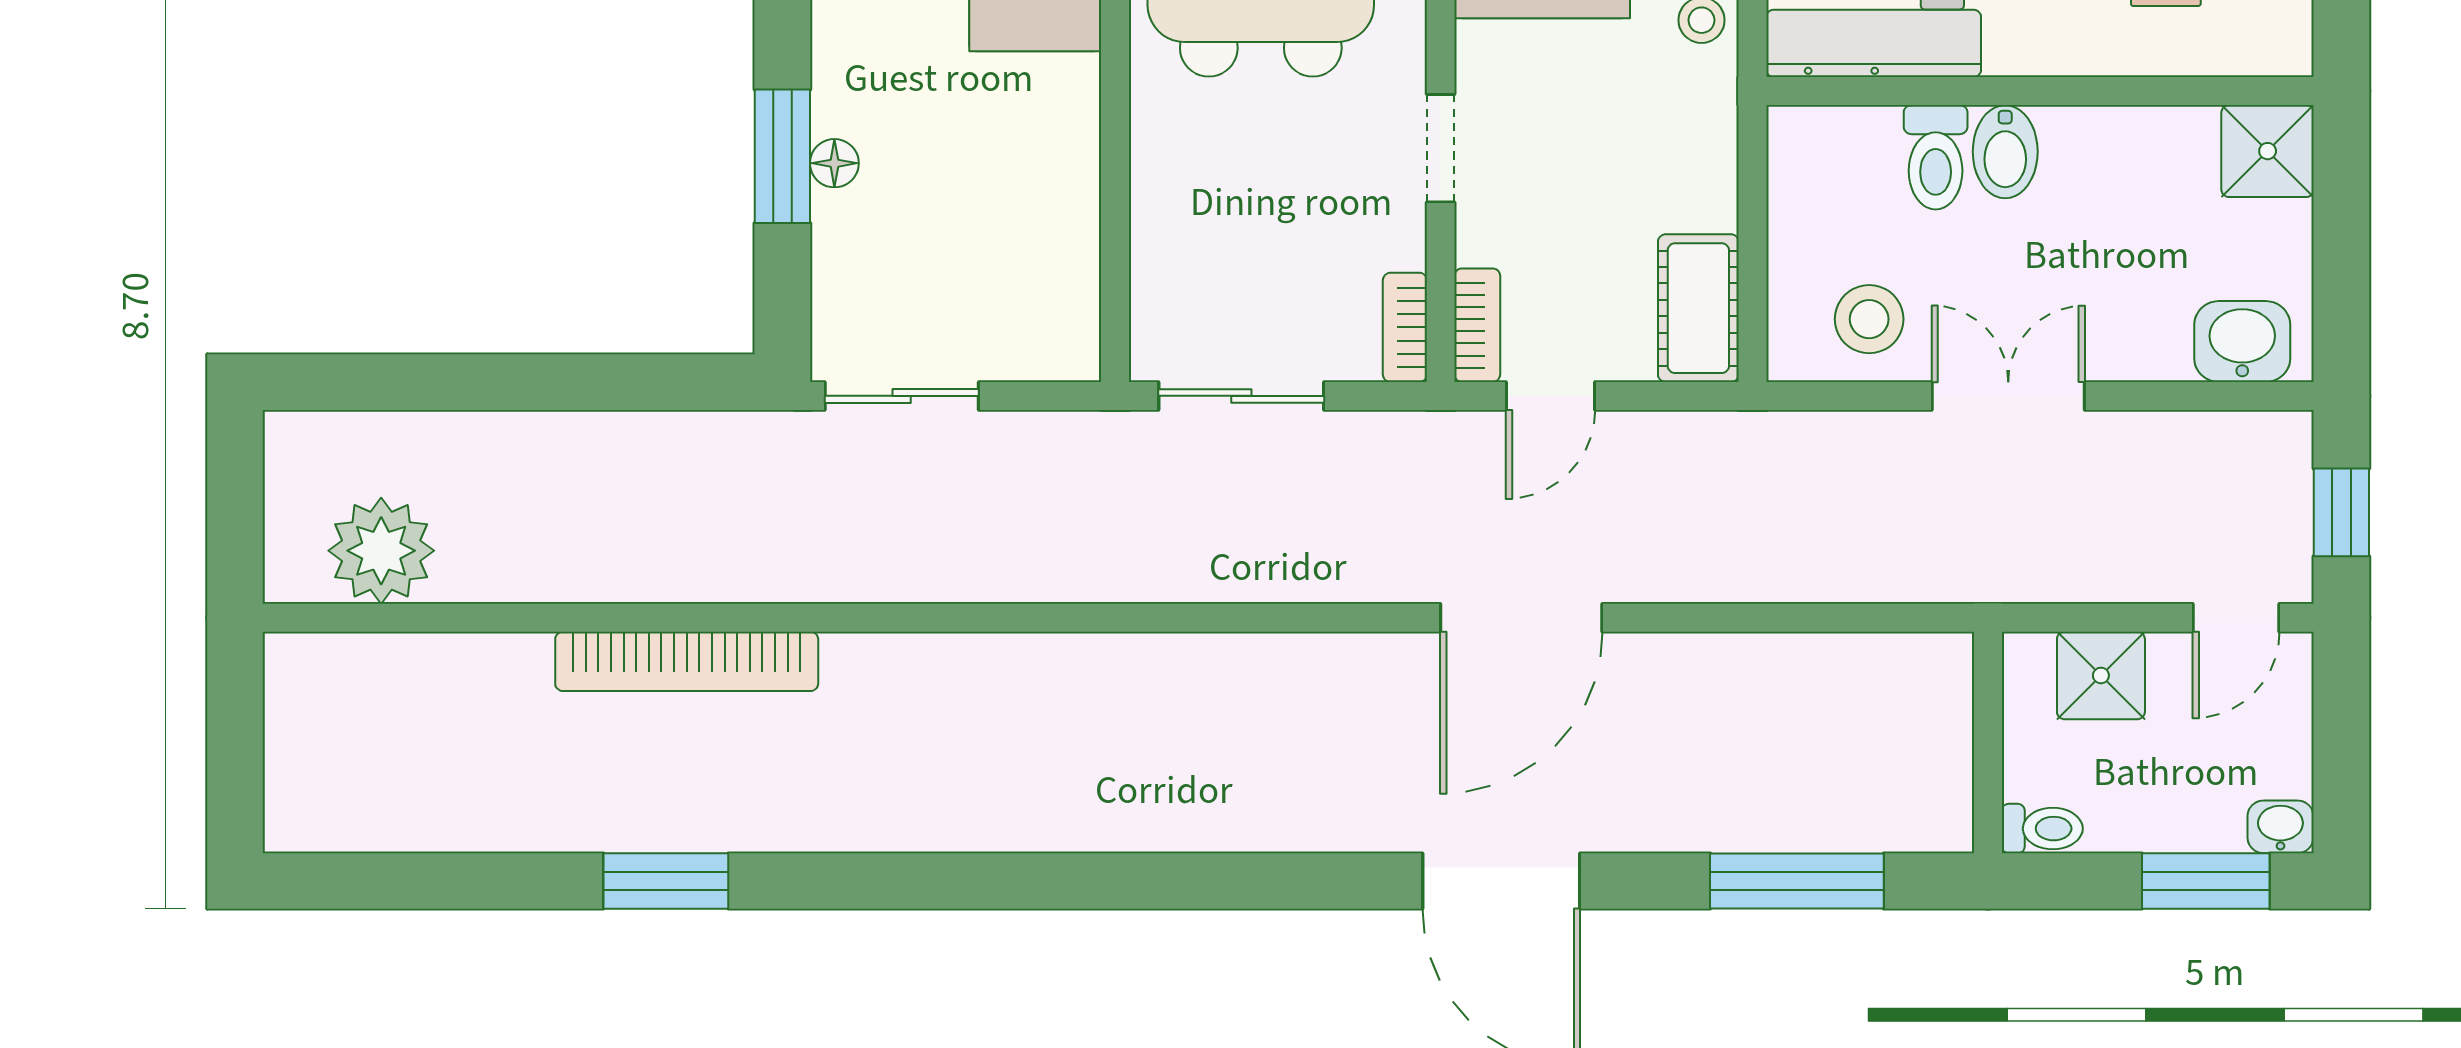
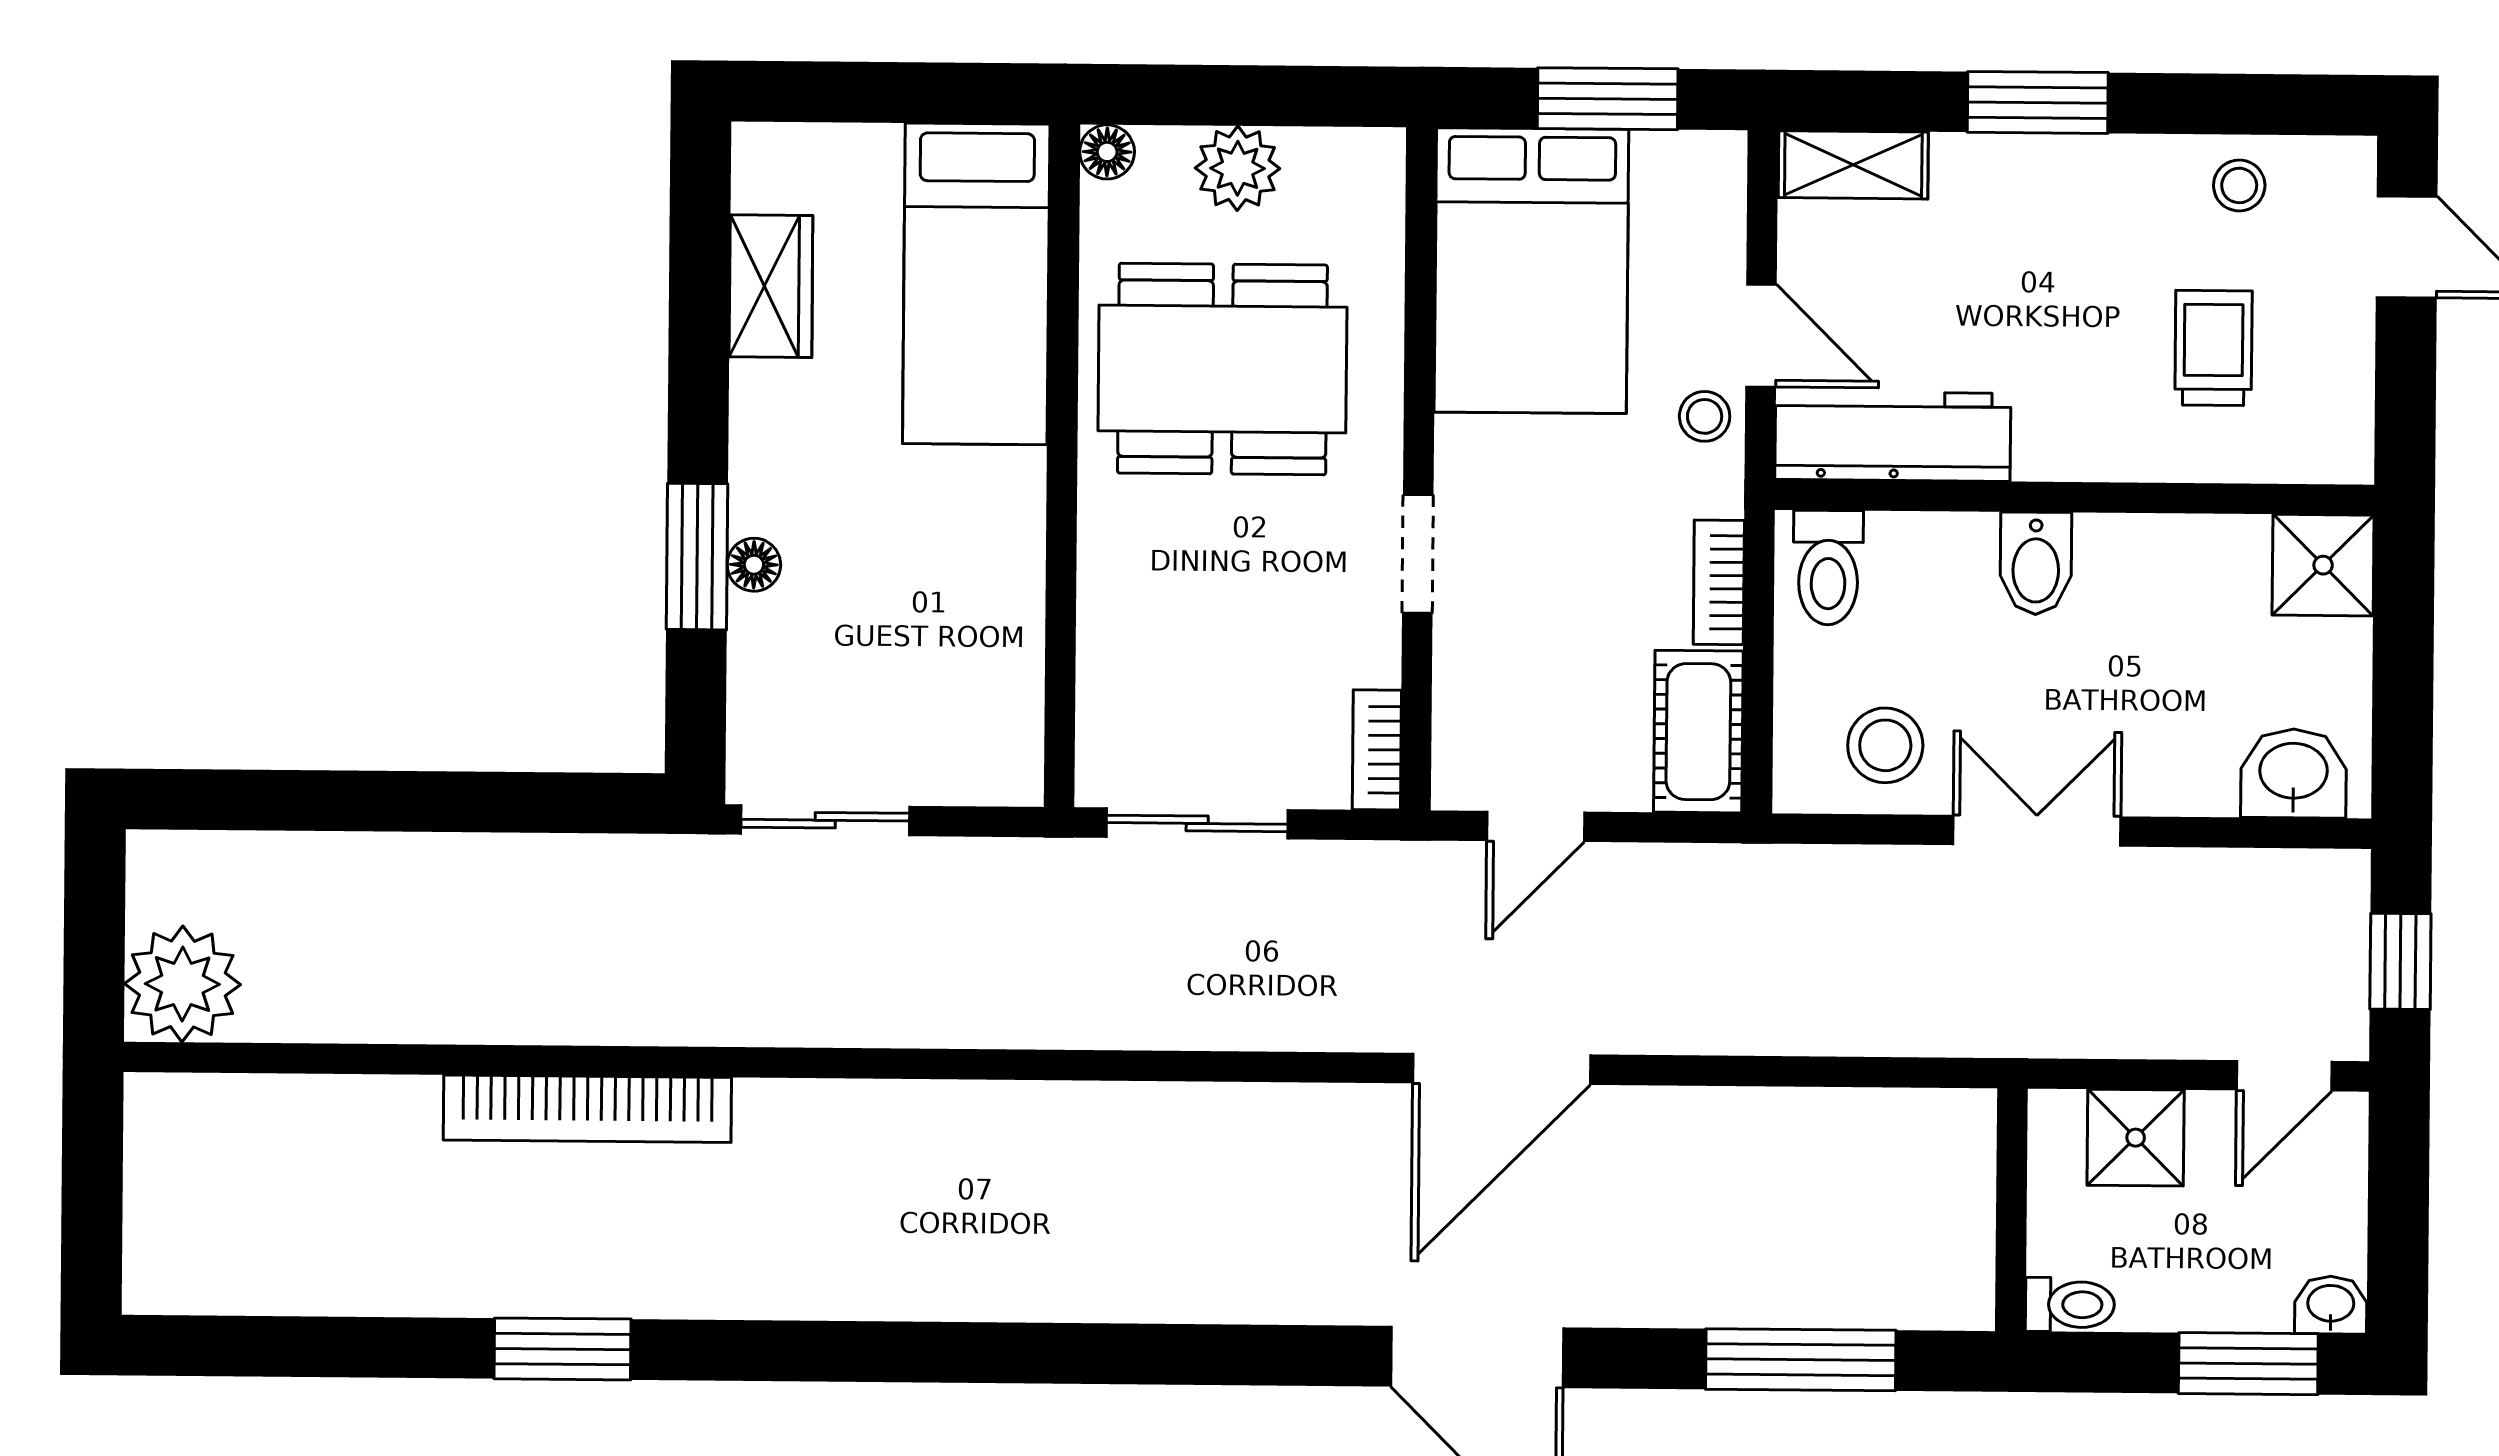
toilet: (1936, 157) -> (1828, 568), moved
bookcase: (1477, 325) -> (1719, 582), moved, turned 180
plant: (381, 551) -> (182, 984), moved

